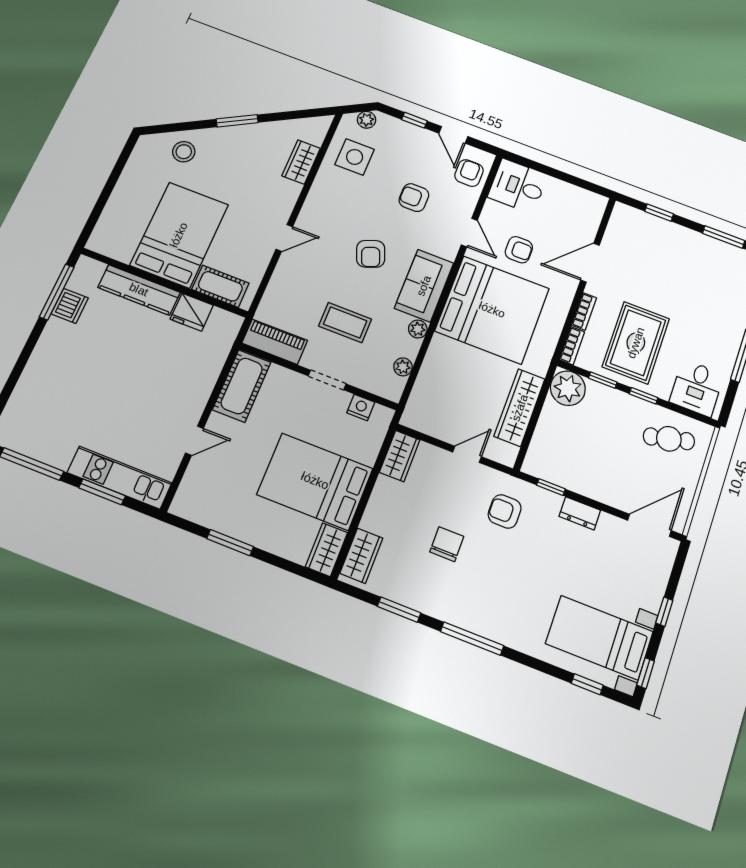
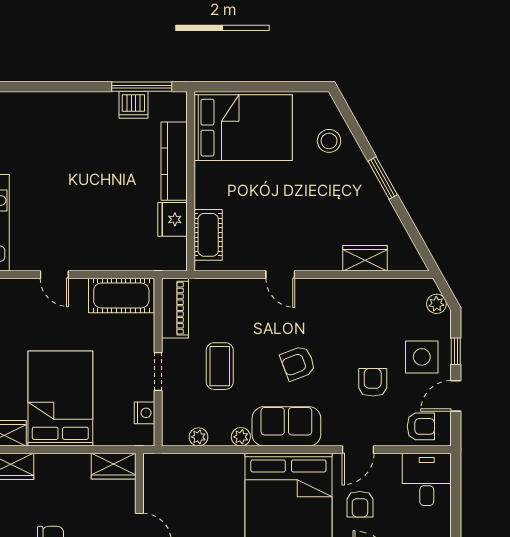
side table: (355, 157) -> (422, 357), moved
bed: (179, 235) -> (243, 128), moved

